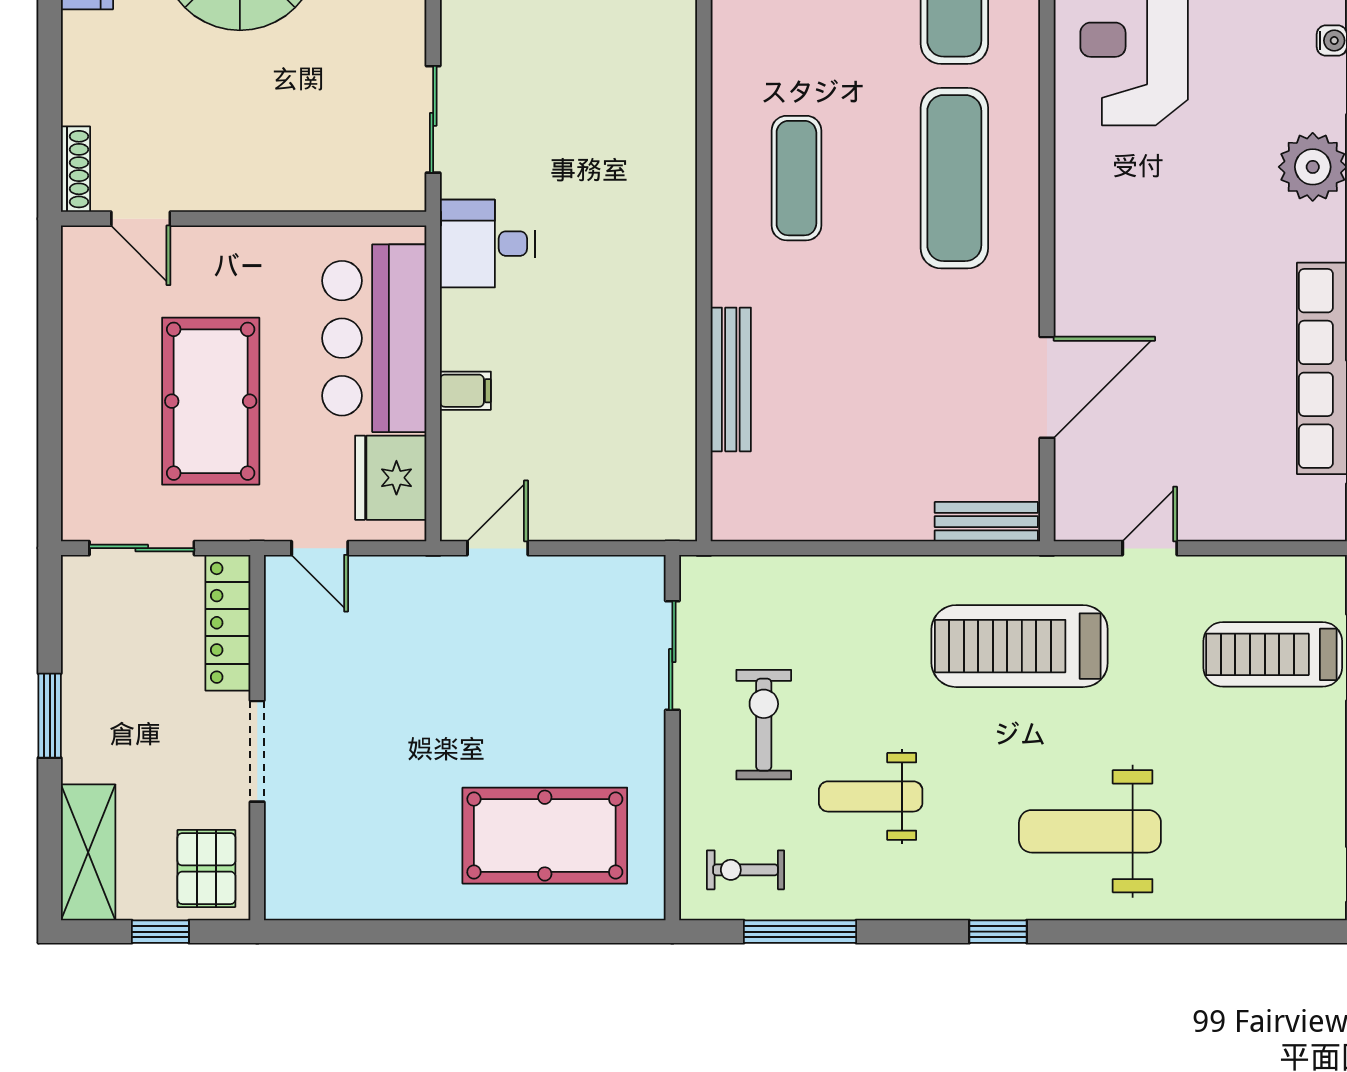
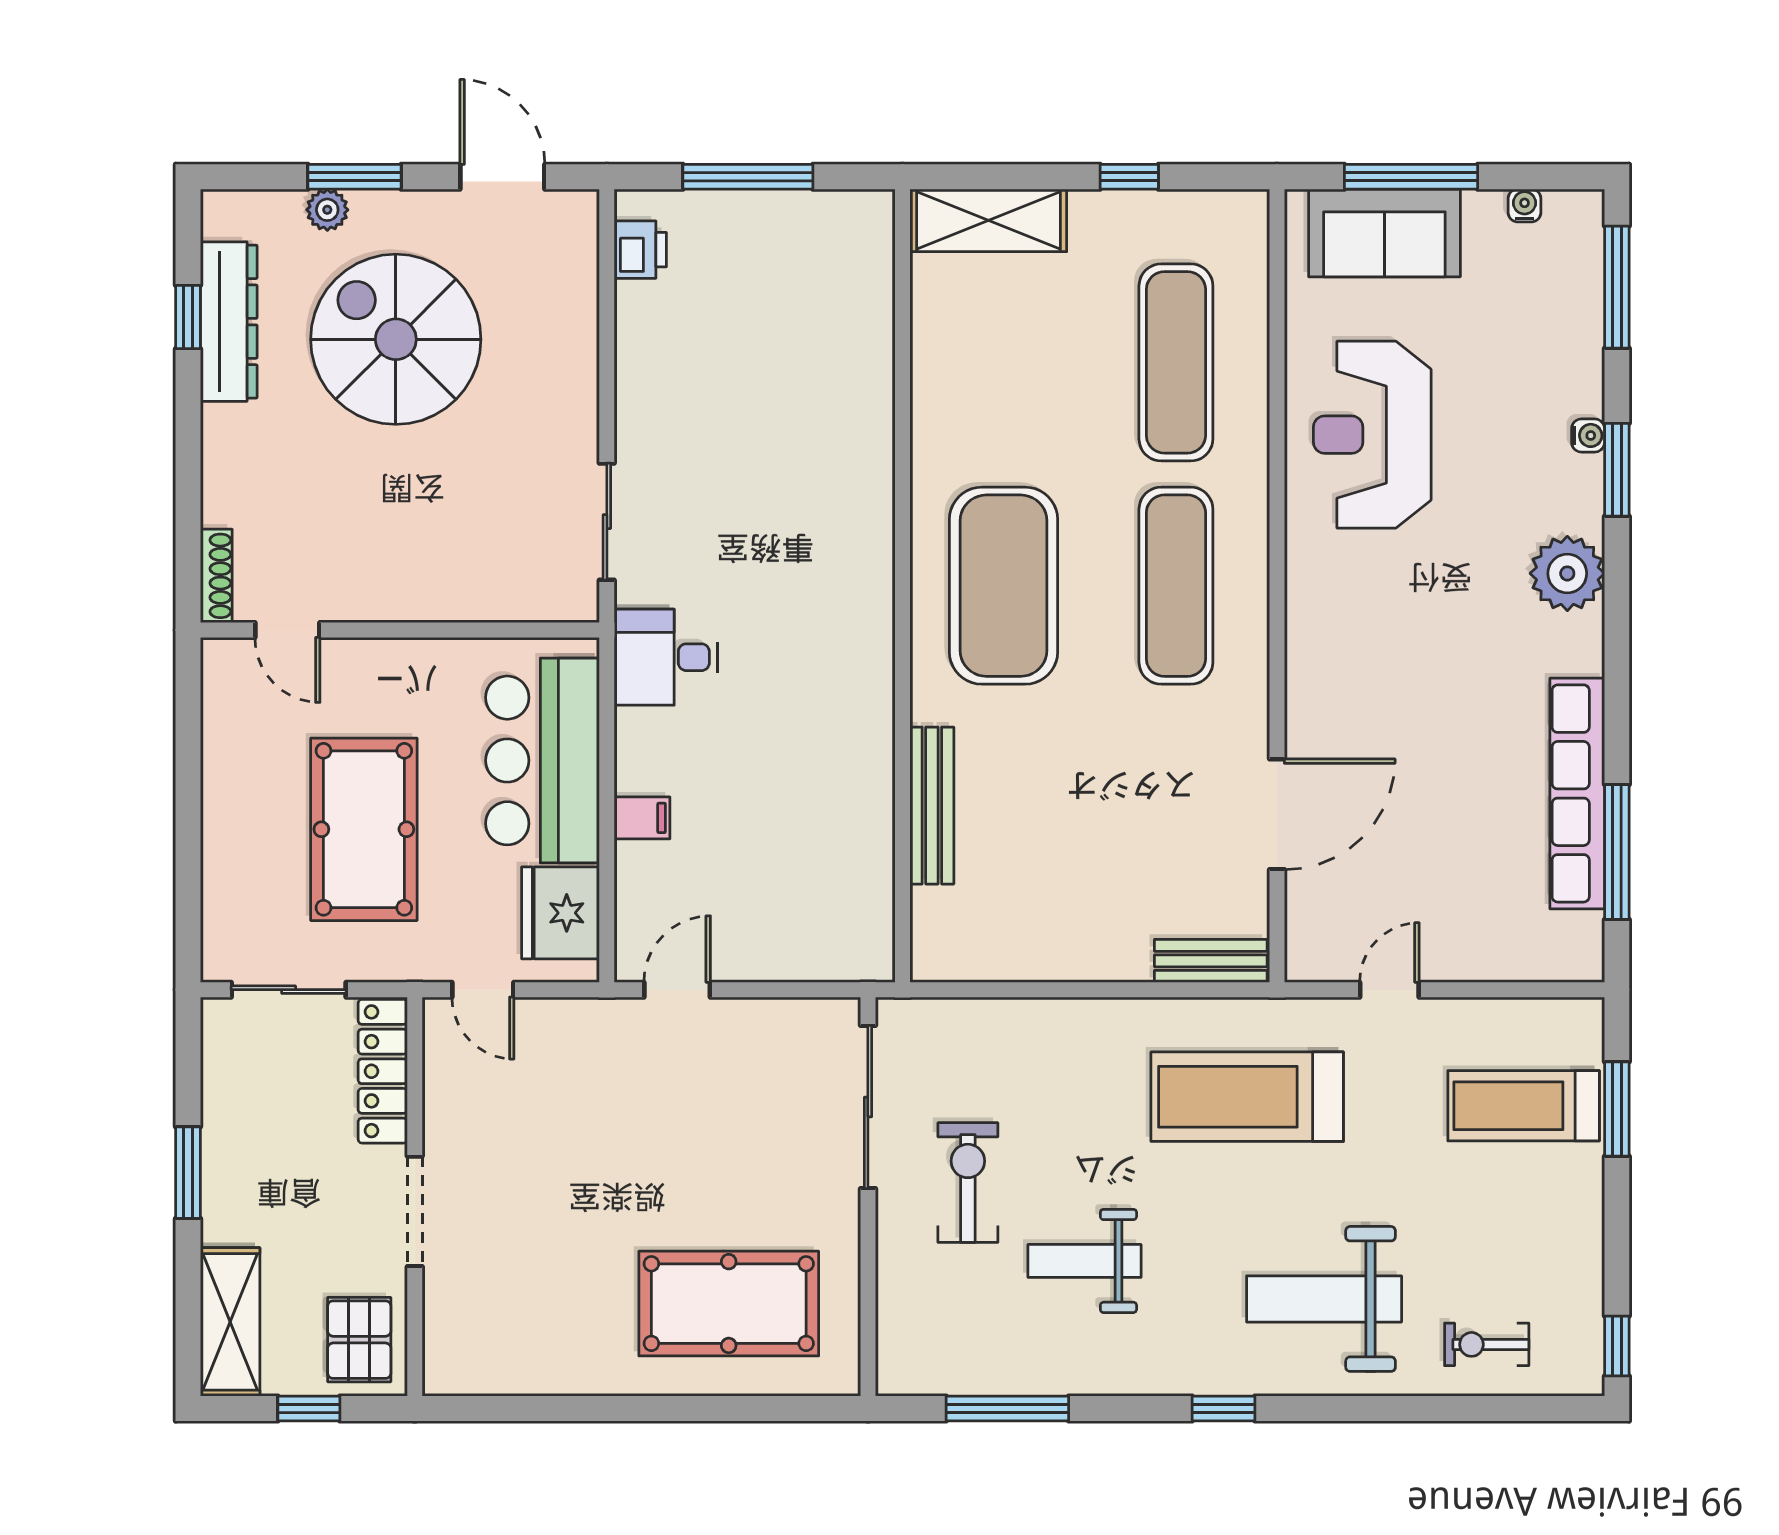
exercise mat: (796, 178) -> (1003, 586), width x2.00, depth x1.45
sliding door: (672, 656) -> (868, 1107), width x1.37
exercise bike: (745, 870) -> (1487, 1344), moved

